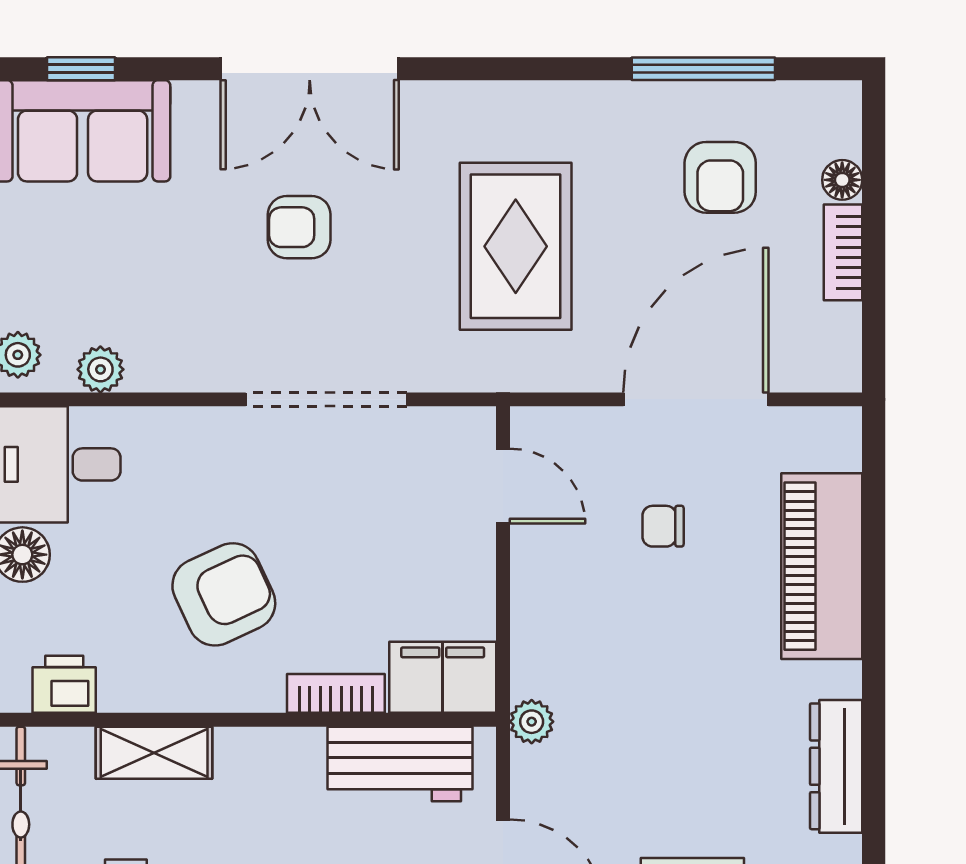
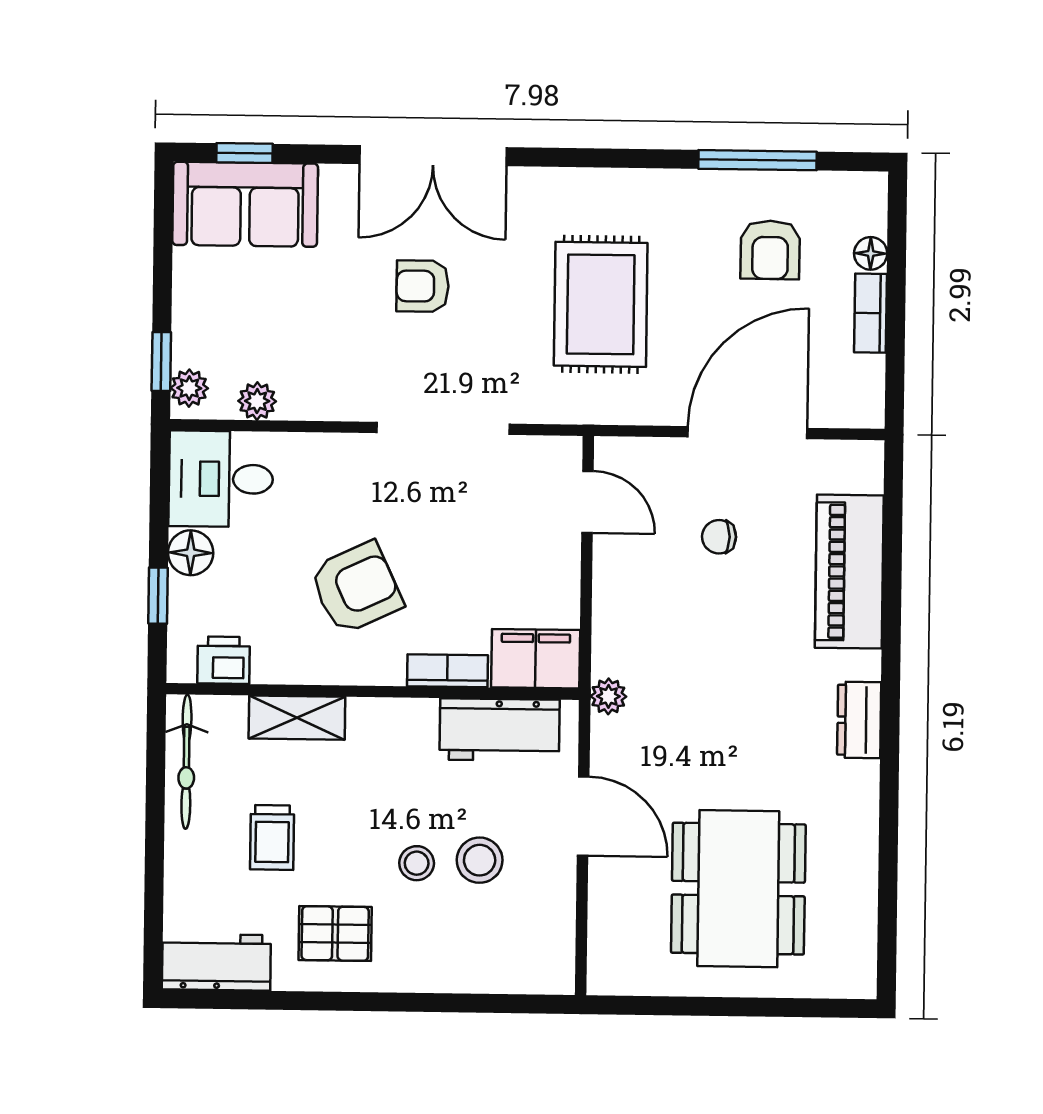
dresser: (836, 766) -> (859, 720), width x0.70

